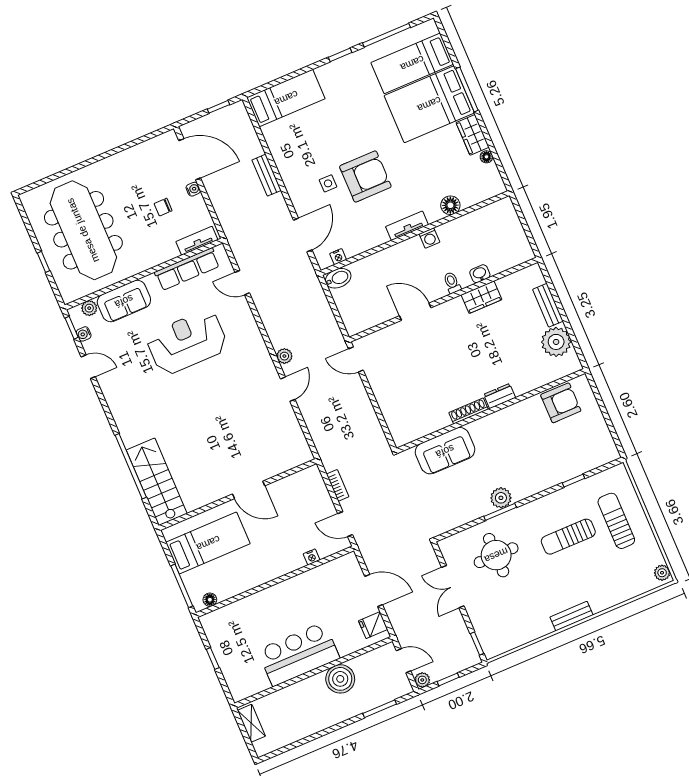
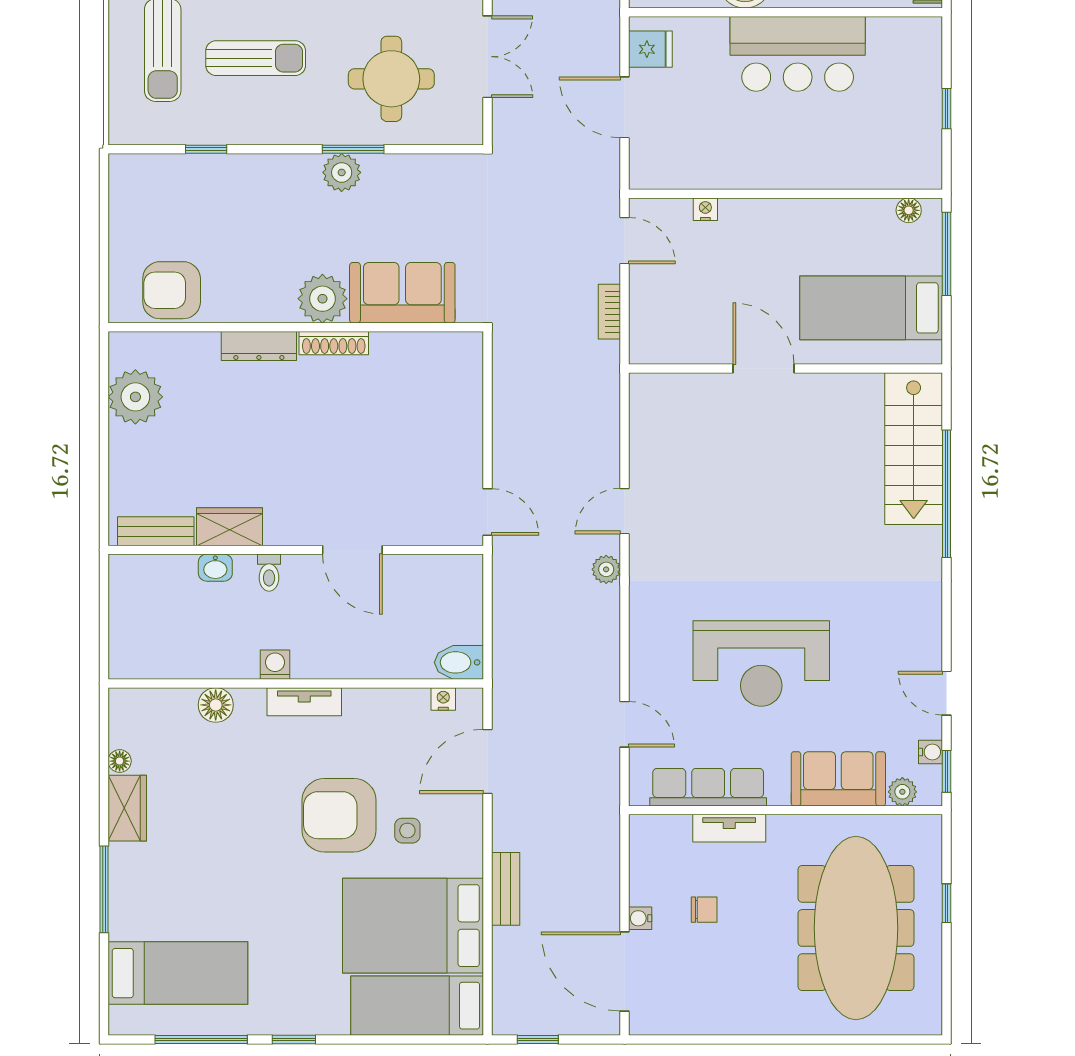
bed: (429, 104) -> (413, 926), moved, turned 180
tv unit: (197, 241) -> (729, 828), moved
bench: (548, 305) -> (156, 531), moved, turned 90
dresser: (500, 396) -> (259, 346), width x1.44
plant: (484, 431) -> (322, 299), added

